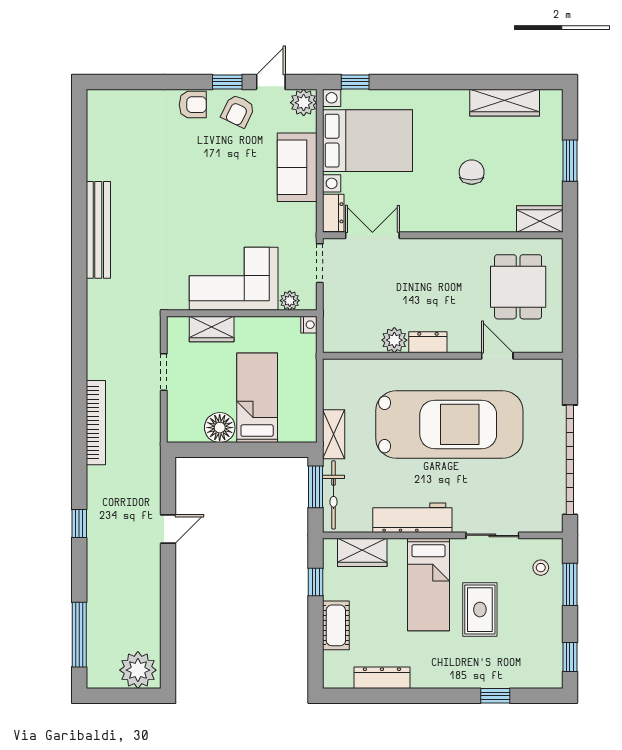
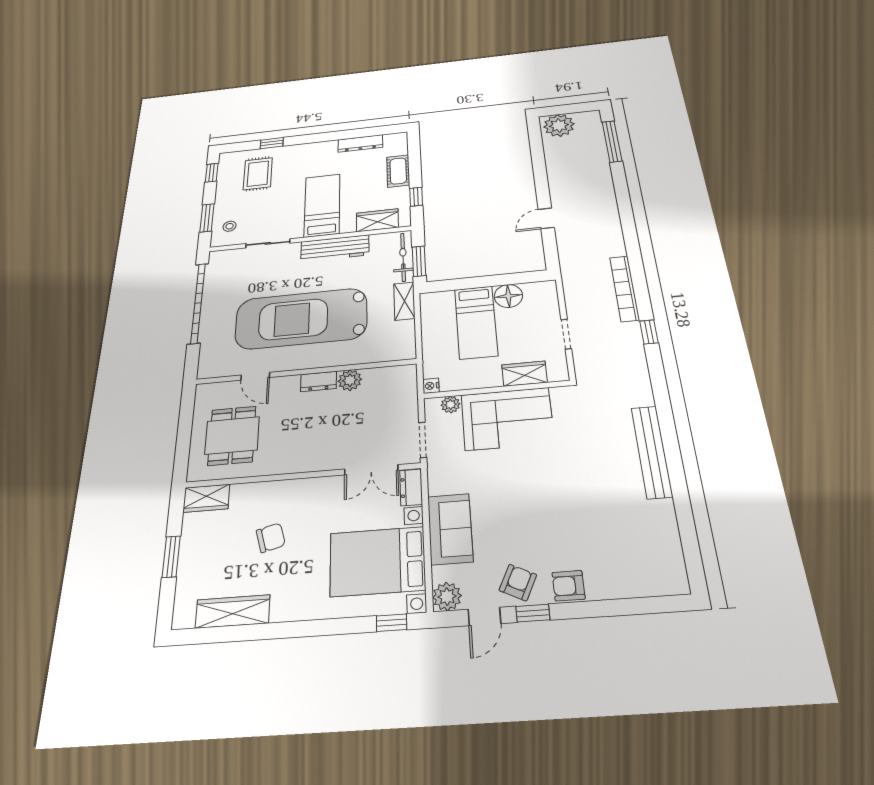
chair: (472, 172) -> (271, 538), turned -105
window: (79, 524) -> (649, 332), moved
rug: (480, 610) -> (258, 174), moved

